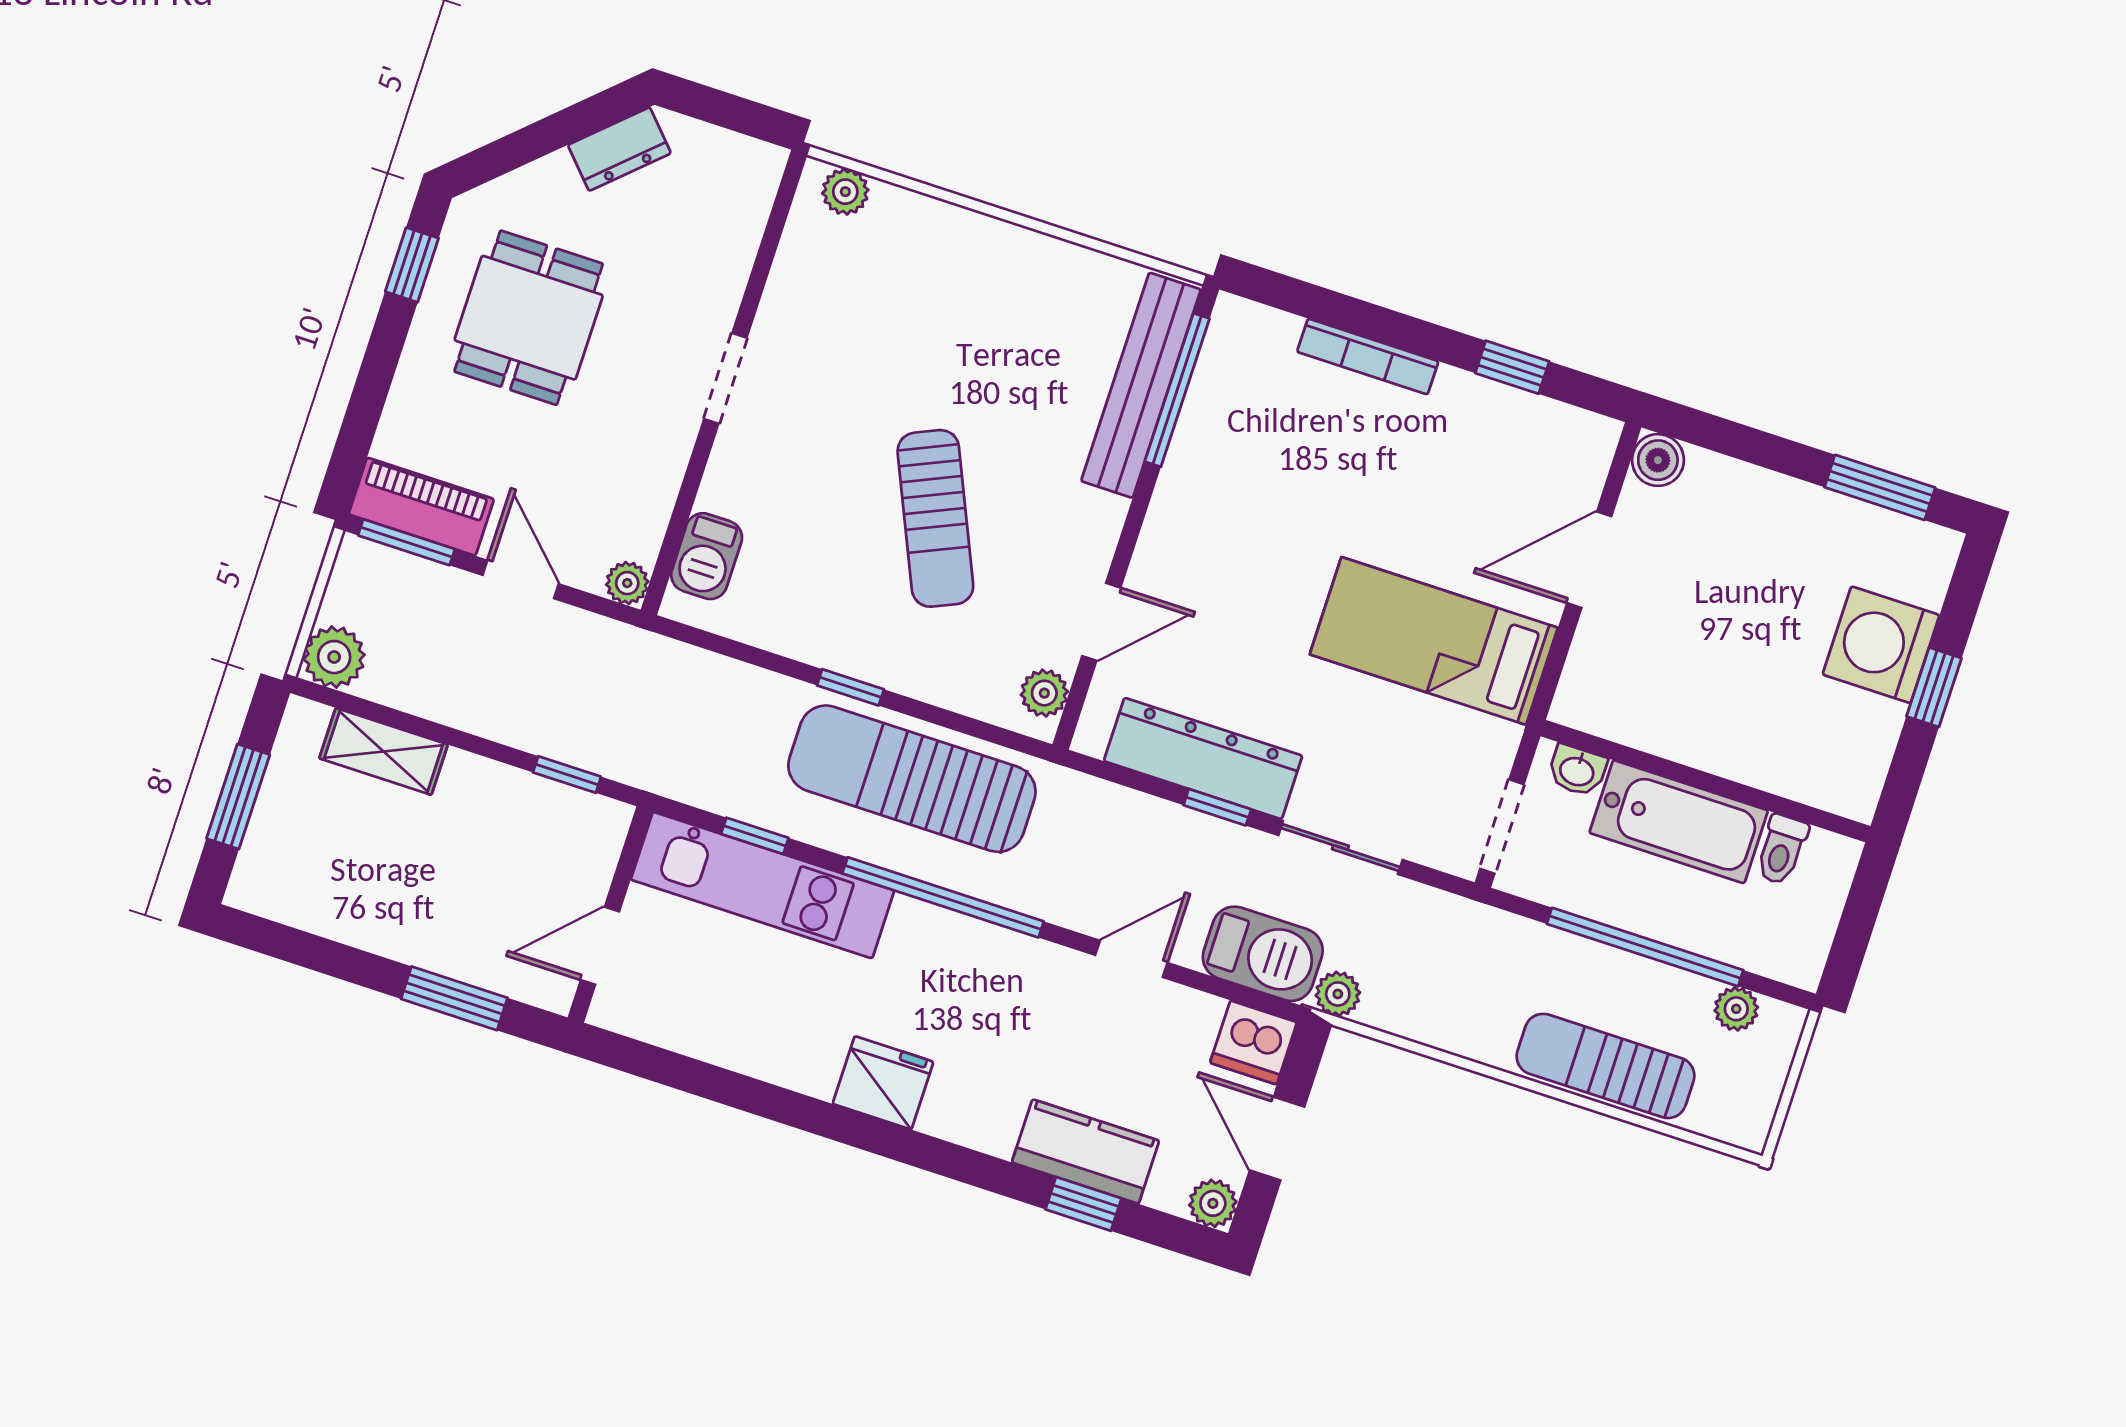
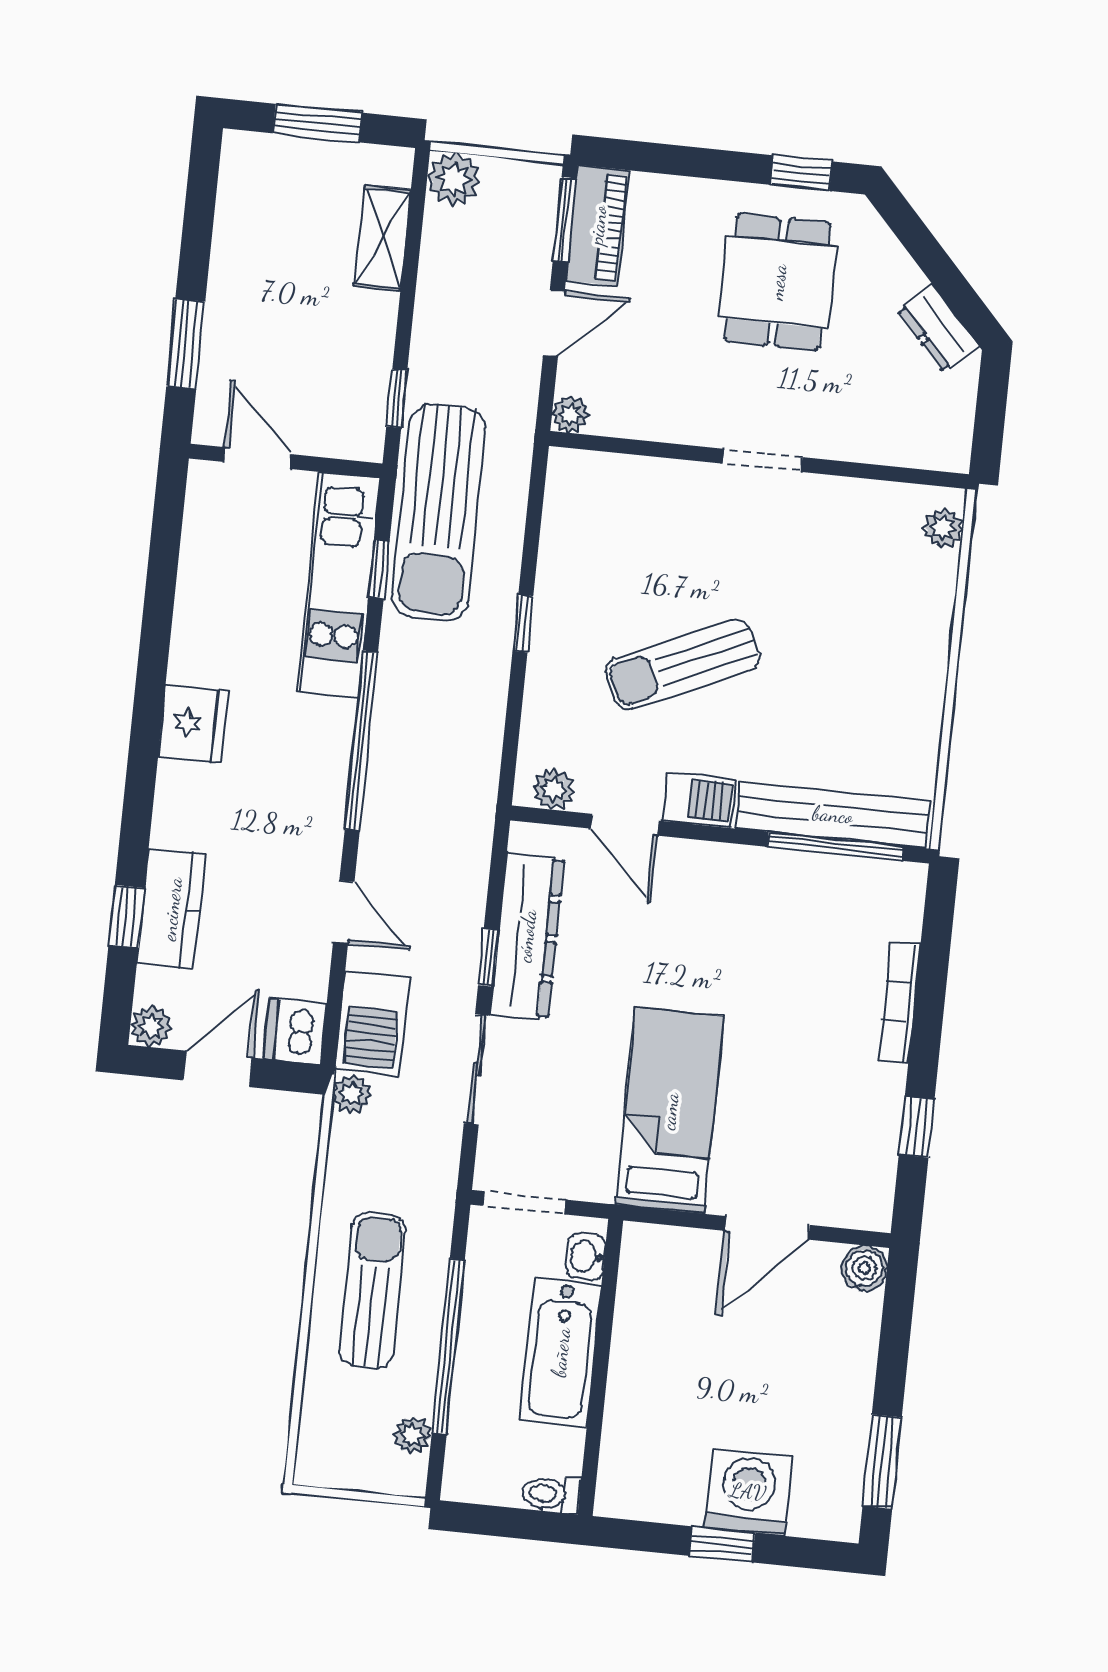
dining table: (529, 318) -> (778, 282), turned 90
barbecue: (707, 556) -> (699, 800), moved, turned 180
door: (1589, 560) -> (767, 1228), swing flipped
sun lounger: (912, 779) -> (439, 512), moved, turned 180
toilet: (1782, 850) -> (551, 1494), moved
sun lounger: (1605, 1066) -> (373, 1291), moved

